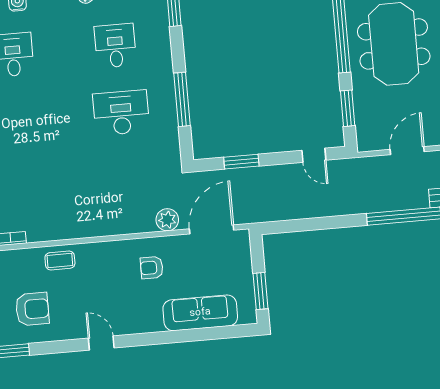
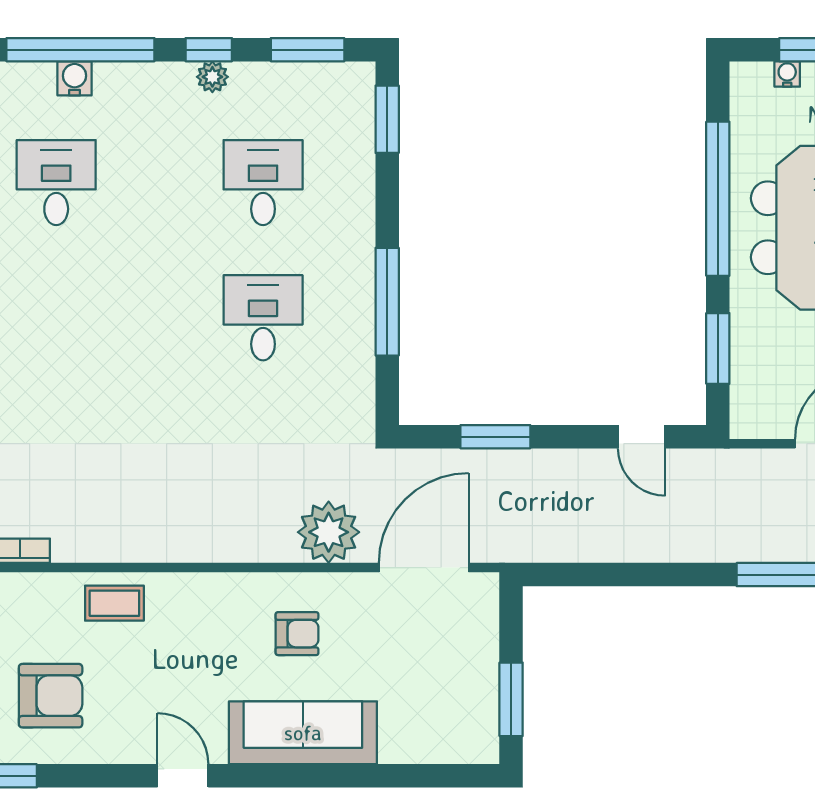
desk: (121, 113) -> (263, 318), width x0.73
plant: (167, 220) -> (329, 532), width x1.36, depth x1.36
armchair: (152, 268) -> (297, 634), turned 180
sofa: (200, 313) -> (303, 733), moved

